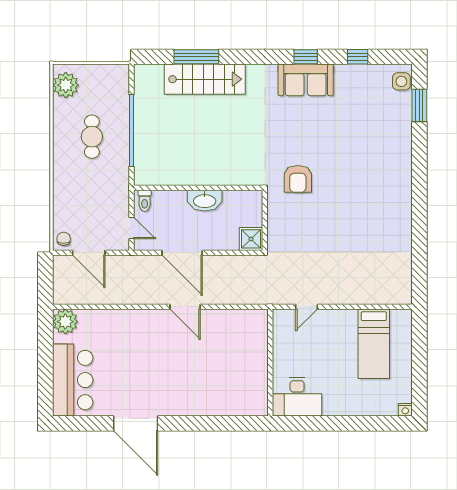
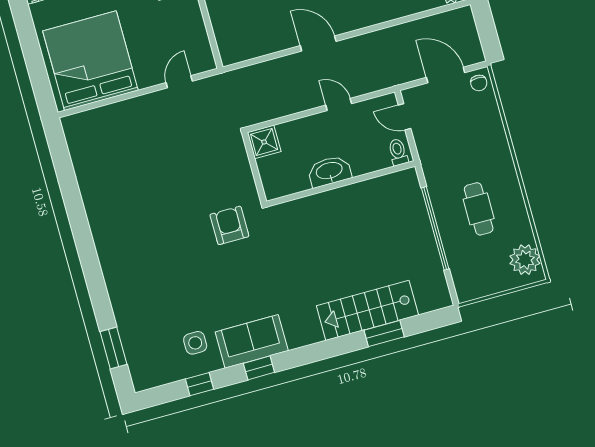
window: (196, 57) -> (384, 333), width x0.69
side table: (401, 81) -> (195, 343), moved
door: (182, 253) -> (339, 104), width x0.53
bed: (374, 344) -> (90, 61), width x2.04

